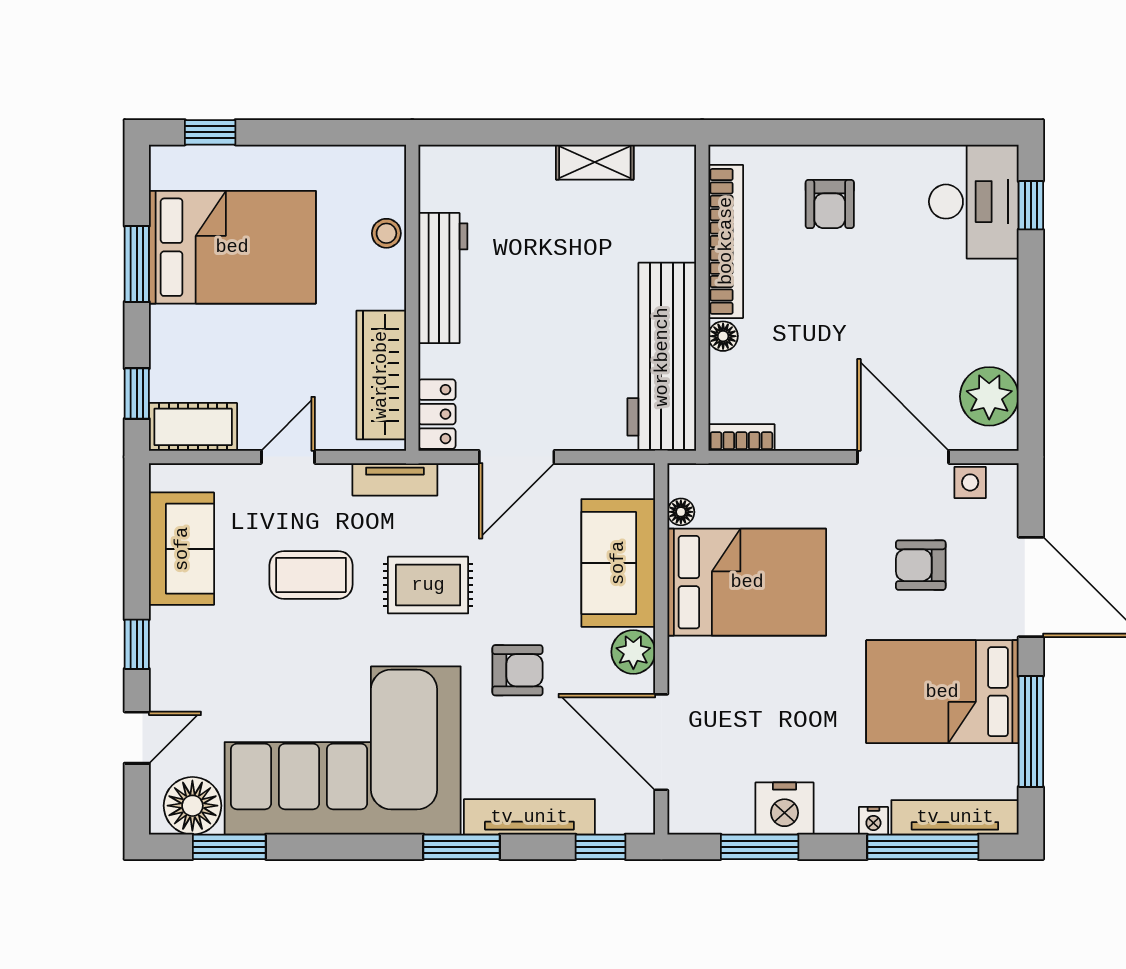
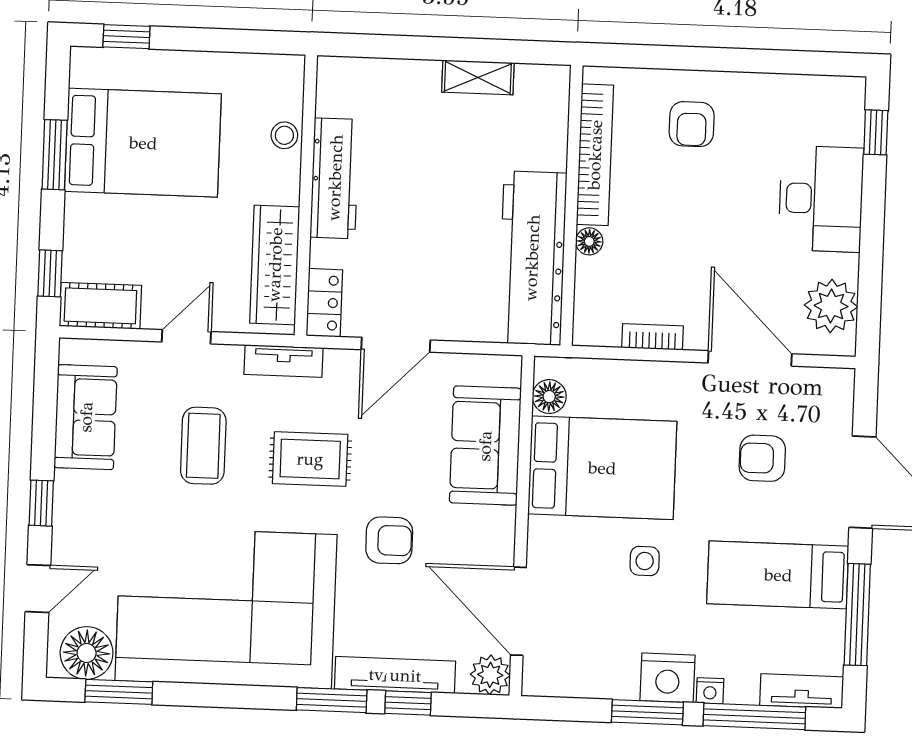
desk: (974, 202) -> (821, 199), moved
bookcase: (741, 438) -> (653, 337), moved
side table: (970, 482) -> (645, 561), moved
floor lamp: (681, 512) -> (549, 397), width x1.37, depth x1.37
coffee table: (311, 575) -> (203, 446), turned 90
plant: (633, 652) -> (490, 675), moved
bed: (942, 692) -> (778, 575), width x0.67
nightstand: (785, 808) -> (667, 678), moved
tv unit: (955, 817) -> (802, 691), width x0.71
window: (600, 847) -> (408, 703), moved
window: (760, 847) -> (647, 712), moved

